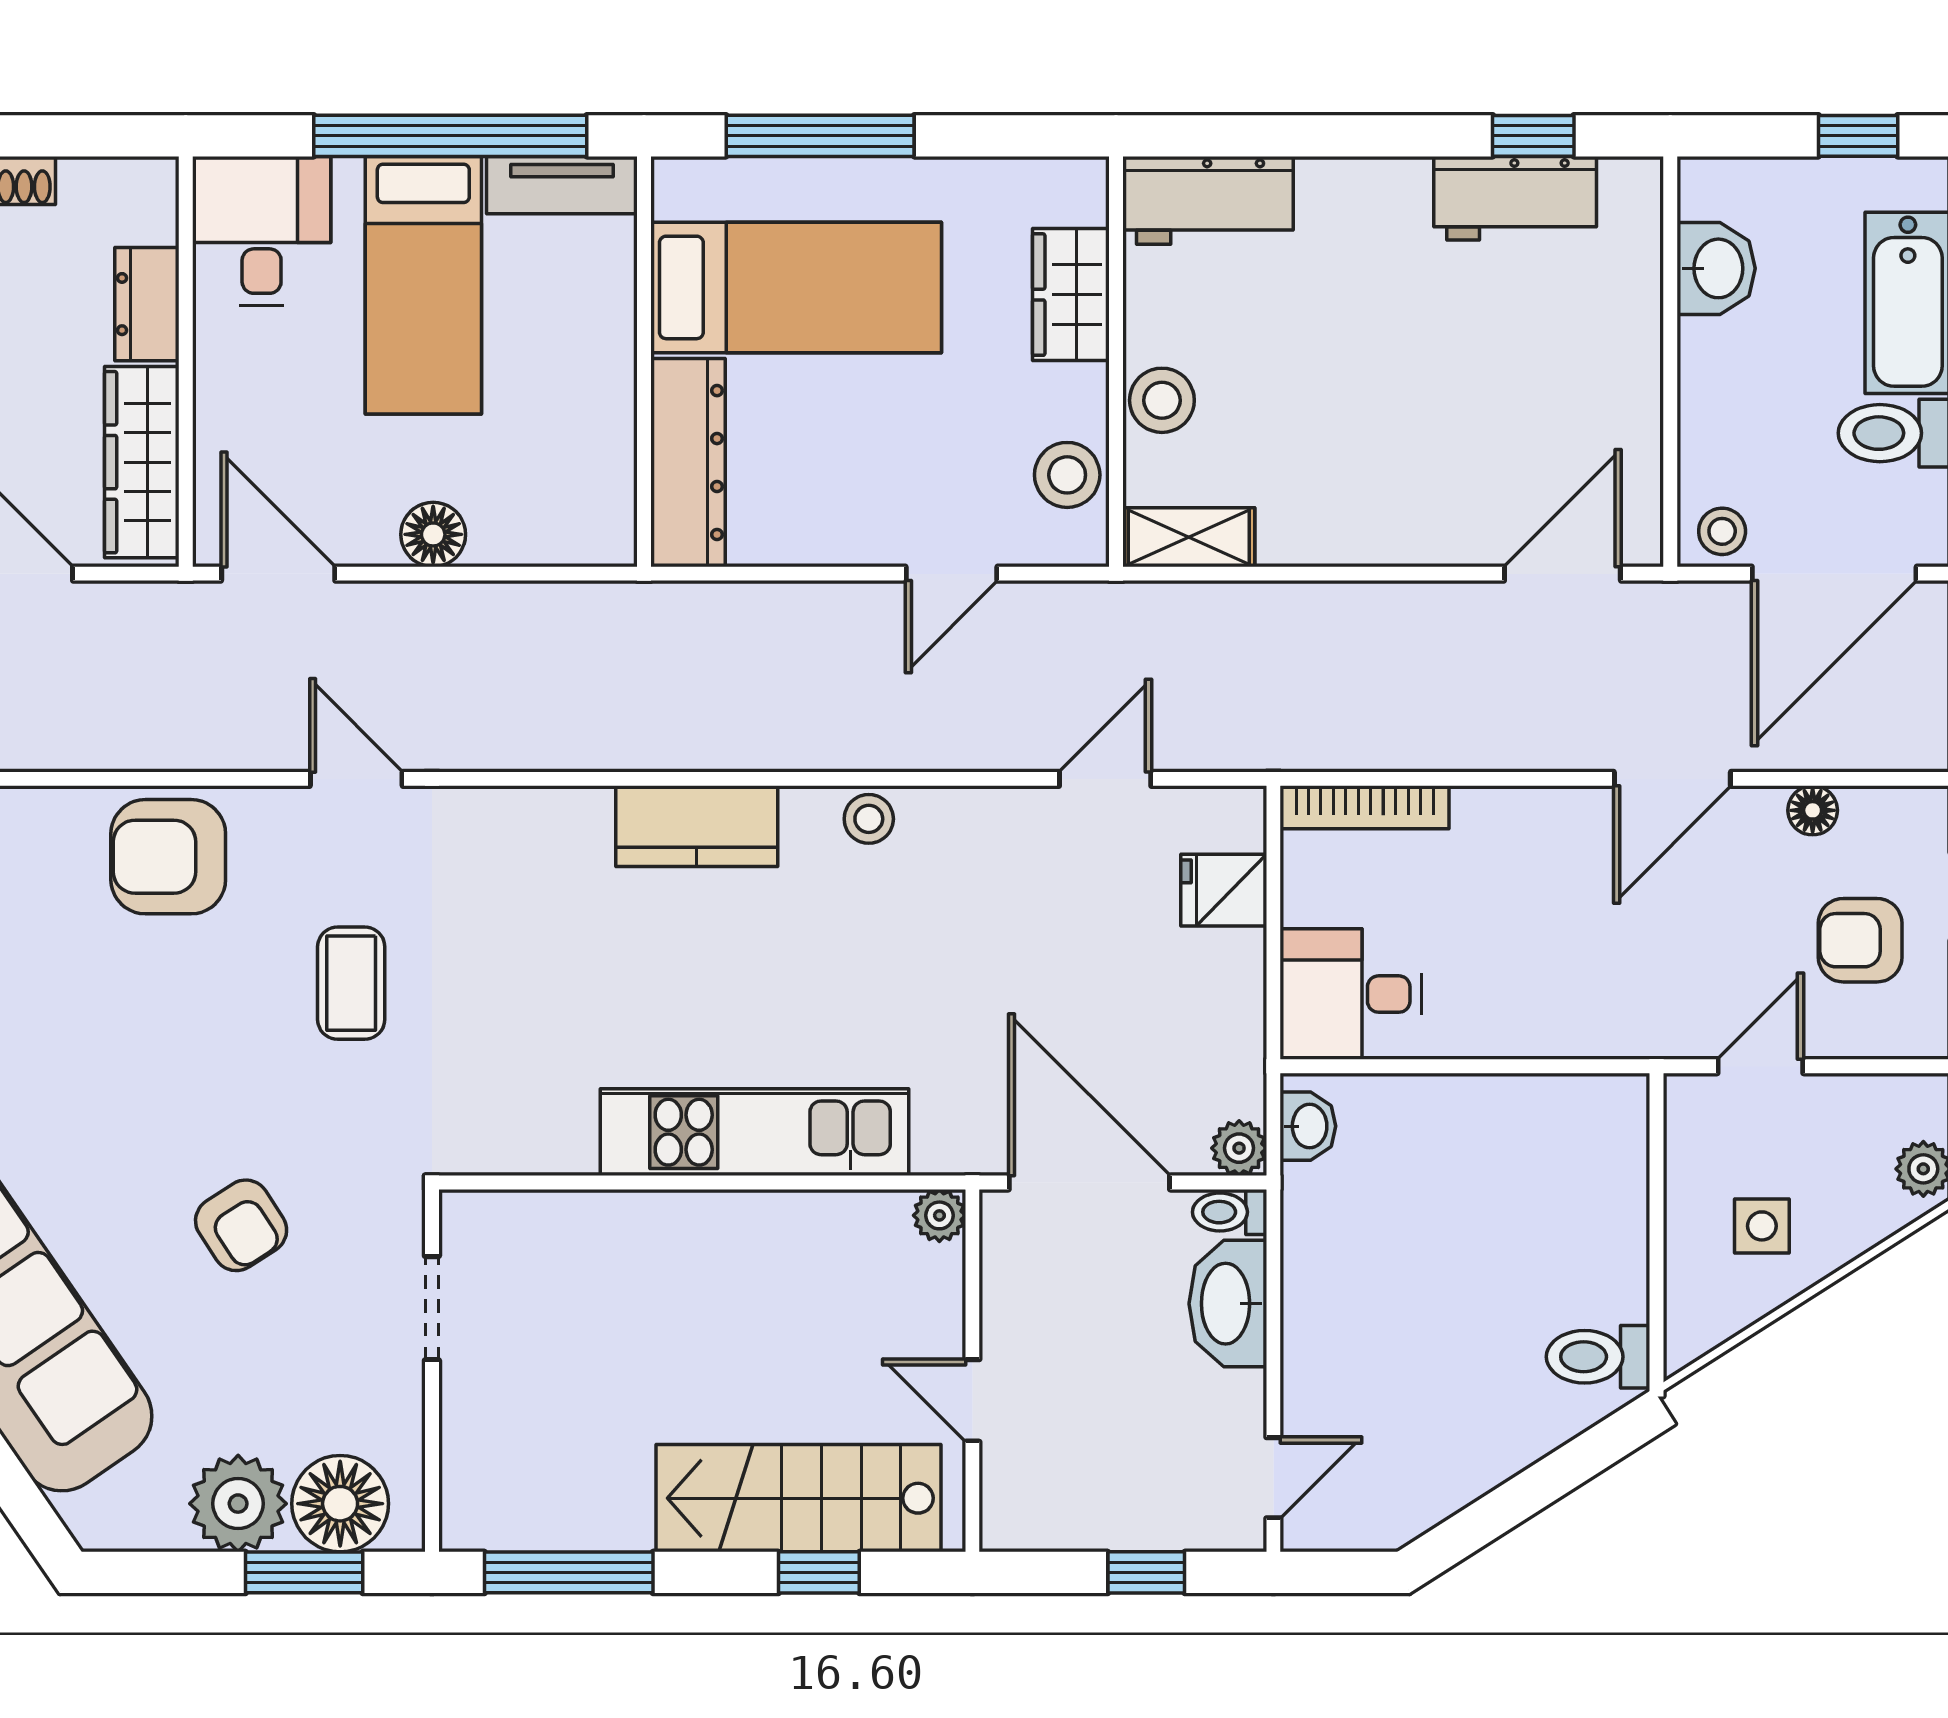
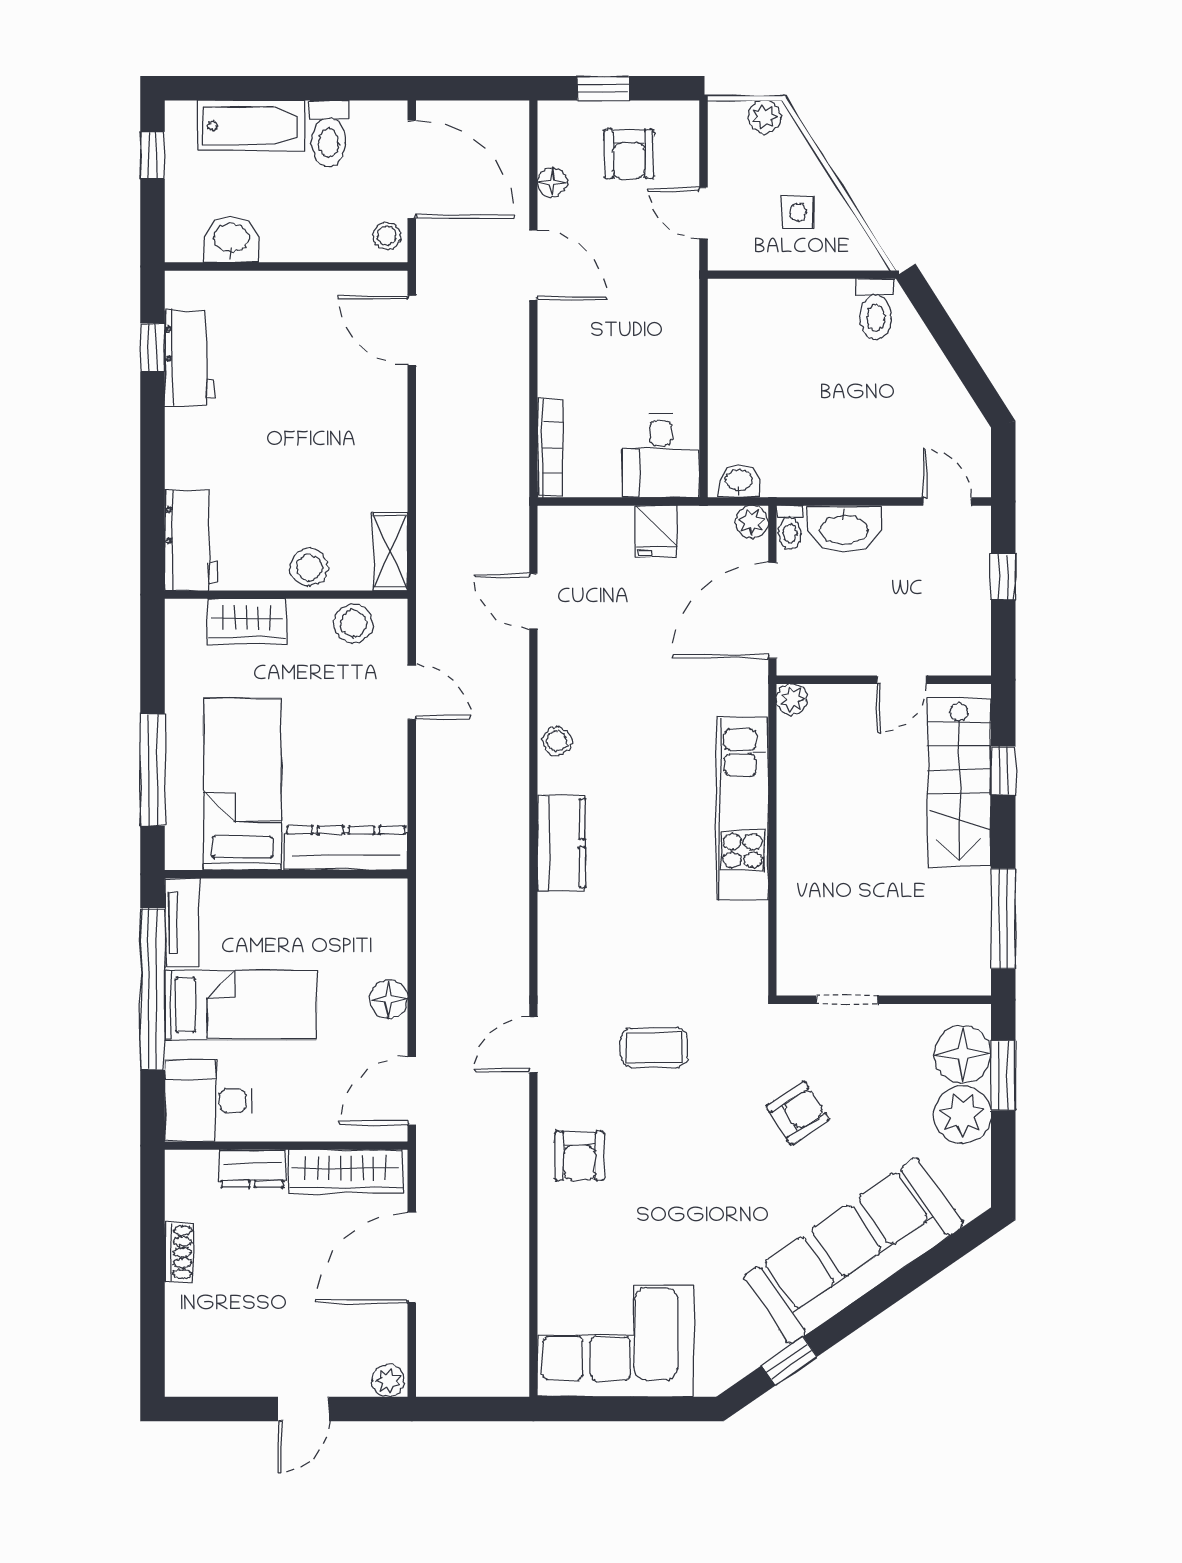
armchair: (168, 857) -> (579, 1156), width x0.72, depth x0.72
fridge: (1224, 890) -> (656, 531), moved

